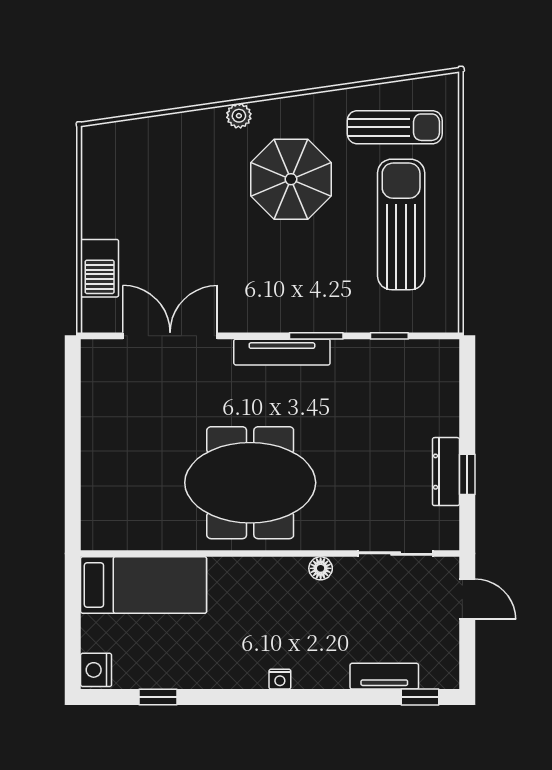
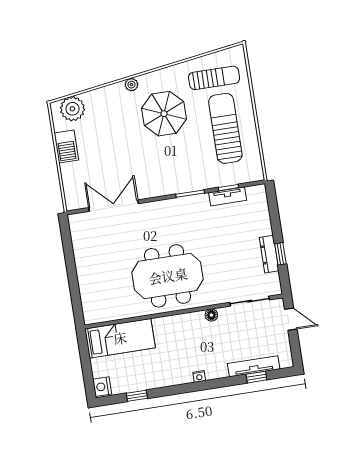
plant: (122, 144) -> (72, 109), added
barbecue: (100, 268) -> (66, 146), moved
tv unit: (282, 352) -> (228, 196), moved, width x0.71
tv unit: (384, 676) -> (254, 366), width x1.41
window: (420, 697) -> (256, 377), moved

